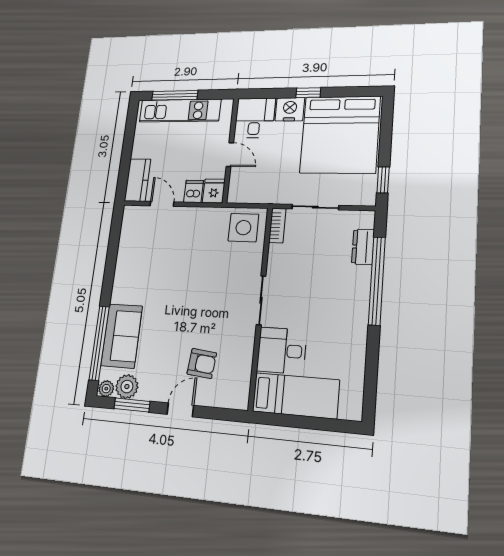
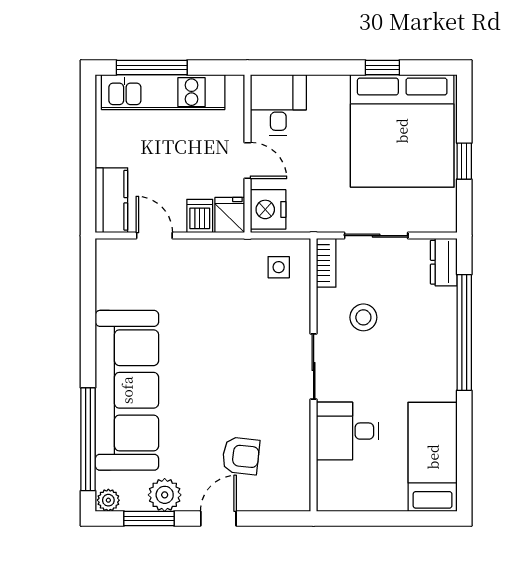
window: (308, 93) -> (382, 68), moved
nightstand: (290, 109) -> (268, 209), moved, turned -90
window: (383, 180) -> (464, 161), moved
side table: (243, 228) -> (279, 267), width x0.54, depth x0.54
dresser: (363, 247) -> (444, 262), moved
stool: (301, 266) -> (363, 317), added
sofa: (122, 336) -> (127, 390), width x1.85, depth x1.27
plant: (127, 387) -> (165, 495), moved
bed: (296, 396) -> (433, 457), moved, turned -90

